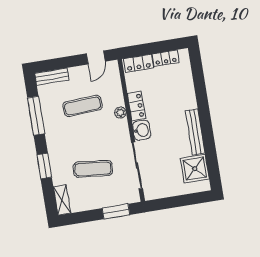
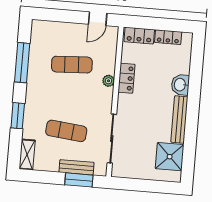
bench: (52, 77) -> (77, 167), moved
washbasin: (142, 130) -> (180, 85), moved, turned 180

